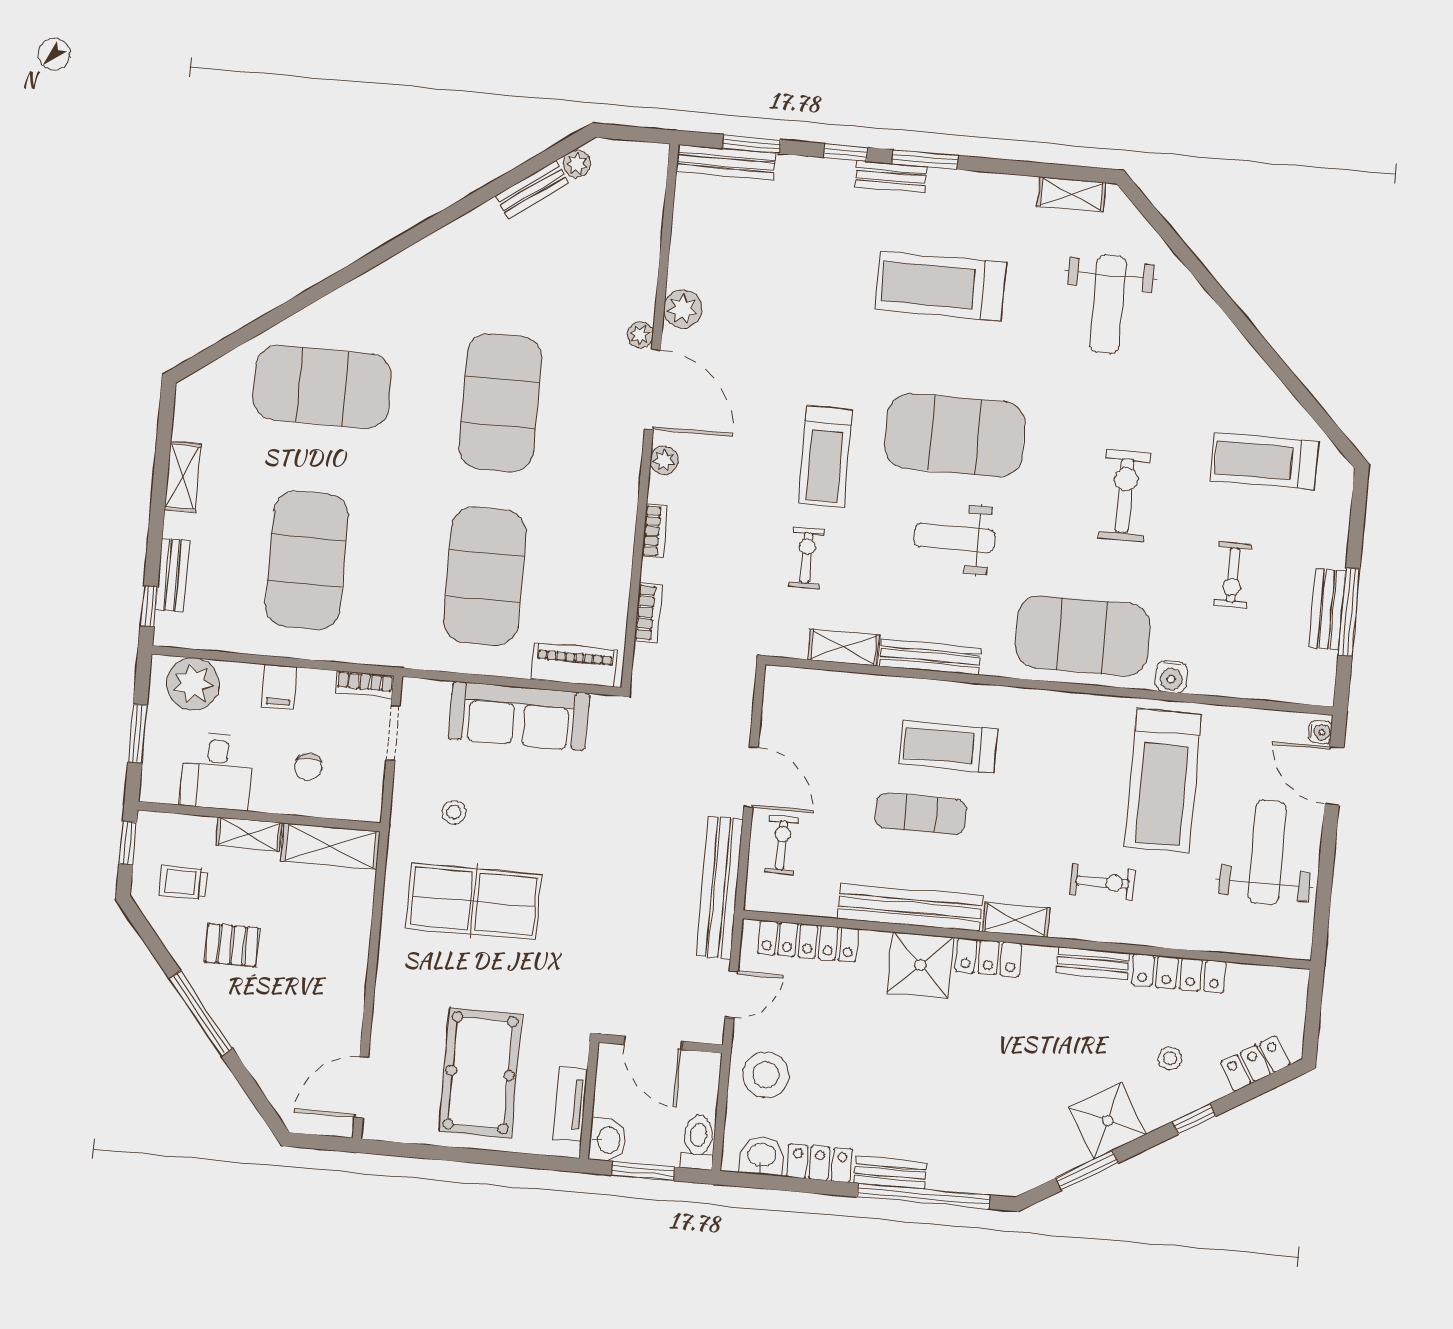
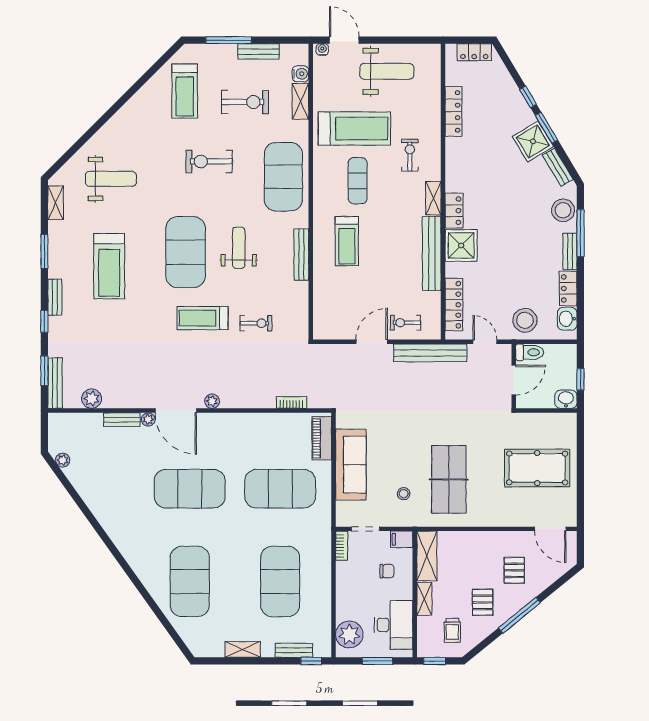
window: (925, 160) -> (44, 251), moved
bench: (532, 190) -> (122, 420), moved, turned -55
plant: (683, 309) -> (92, 399), moved
door: (652, 389) -> (176, 411), swing flipped
treadmill: (825, 456) -> (202, 318), turned 180
bookcase: (654, 531) -> (249, 403), removed
weight bench: (954, 538) -> (239, 248), turned 180
exercise bike: (806, 558) -> (256, 323), turned 180
exercise mat: (307, 560) -> (280, 581), turned 90
exercise bike: (1233, 575) -> (245, 102), width x1.38, depth x1.39
window: (1349, 612) -> (229, 40), moved
shelving: (844, 647) -> (300, 101), moved
water cooler: (1171, 677) -> (300, 74), moved
filing cabinet: (279, 687) -> (402, 539), moved, turned 180
desk: (217, 771) -> (393, 625), width x1.37
door: (1334, 776) -> (344, 40), swing flipped
exercise mat: (921, 814) -> (358, 181), moved
weight bench: (1267, 852) -> (387, 71), turned 180
bench: (1093, 963) -> (558, 167), moved, turned -31
pallet: (288, 1011) -> (514, 570), added
stool: (1170, 1058) -> (563, 210), moved, width x1.89, depth x1.89
locker: (1255, 1063) -> (474, 52), moved, turned -59
tv unit: (570, 1104) -> (549, 420), removed
toilet: (698, 1142) -> (530, 352), moved, turned 180
window: (1087, 1170) -> (546, 128), moved
window: (643, 1171) -> (580, 379), width x0.67
window: (923, 1196) -> (580, 233), width x0.68

